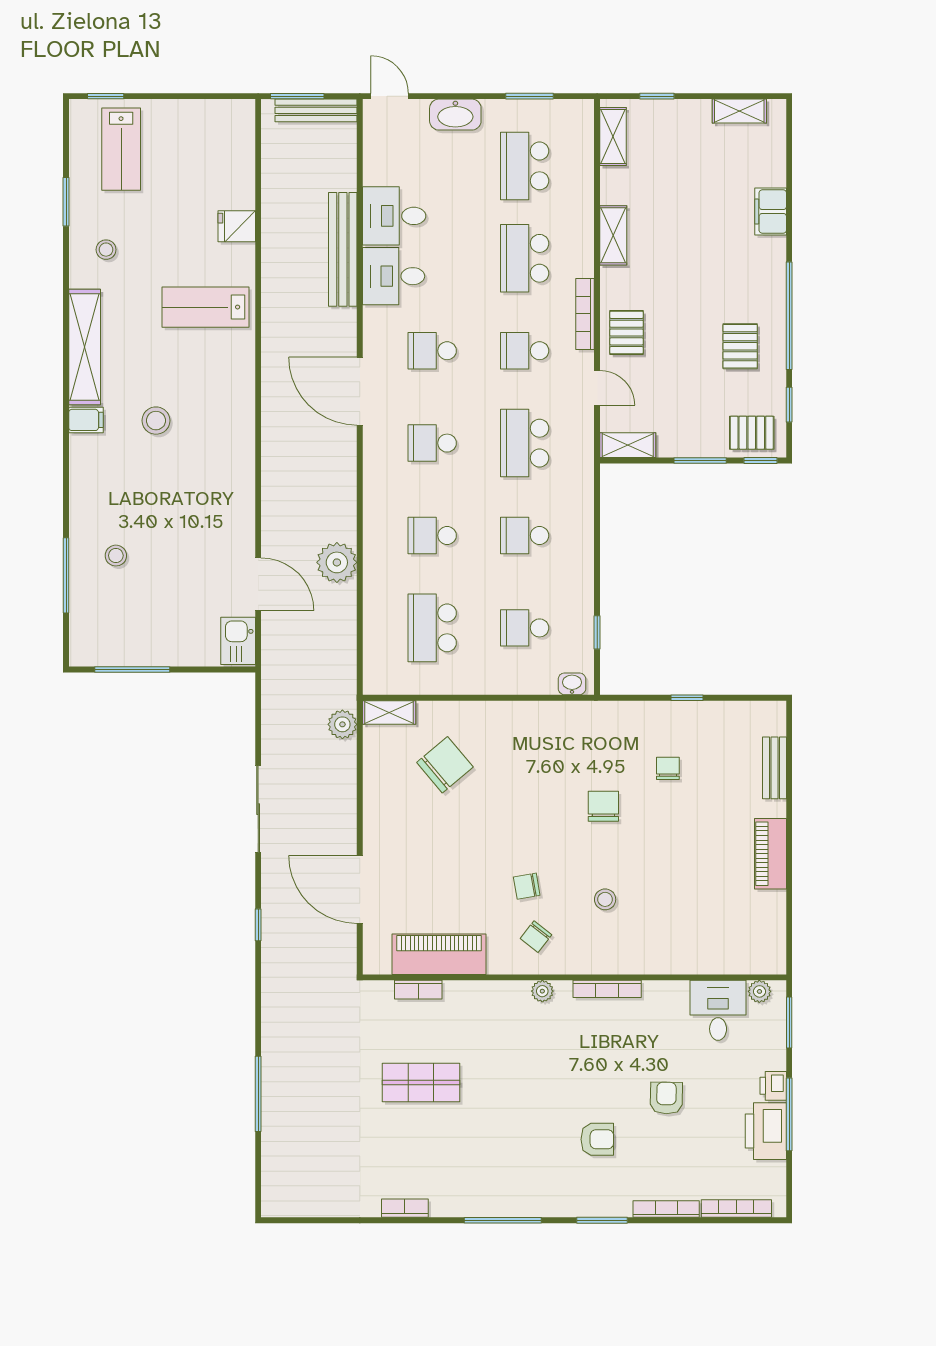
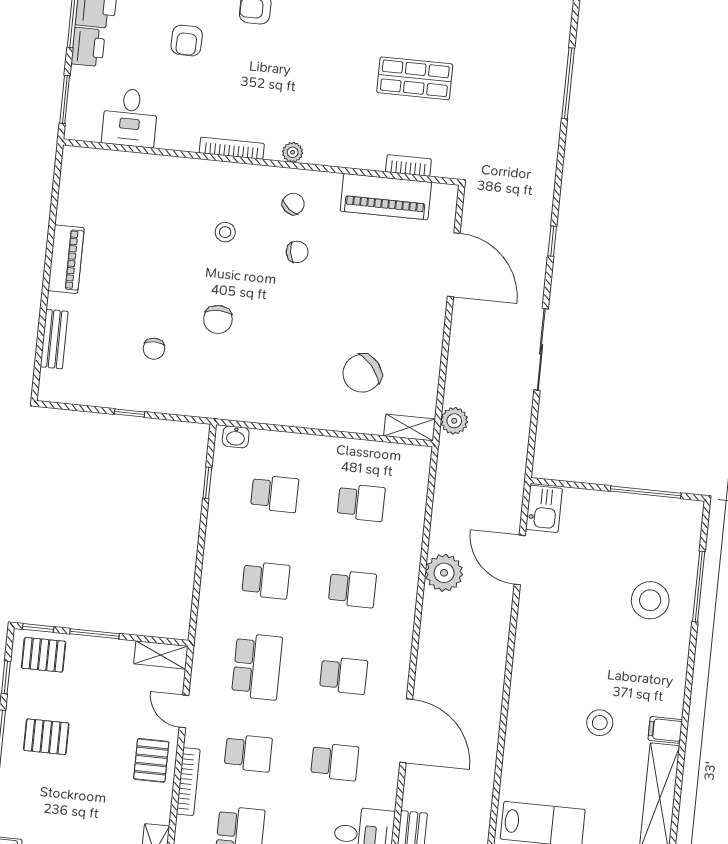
pallet: (740, 346) -> (46, 737), turned 90
stool: (116, 556) -> (650, 600), width x1.89, depth x1.89
school desk: (432, 628) -> (361, 503), width x0.54
plant: (759, 991) -> (89, 131), removed
printer: (773, 1086) -> (88, 47), width x1.36, depth x1.24

